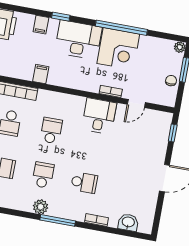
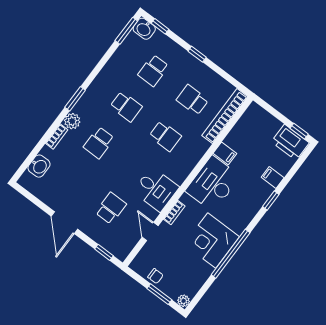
desk: (78, 40) -> (213, 184), moved, turned 180
school desk: (133, 146) -> (111, 208), added
plant: (41, 207) -> (72, 121), moved
window: (58, 220) -> (75, 99), width x0.69

